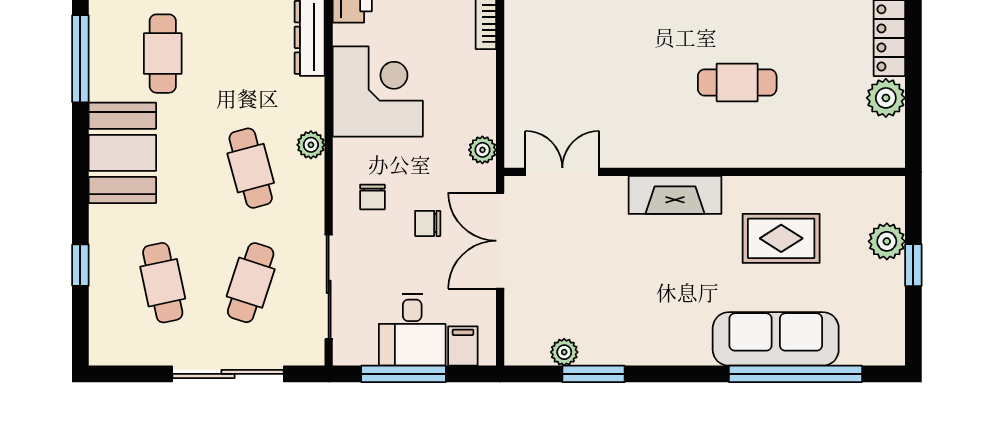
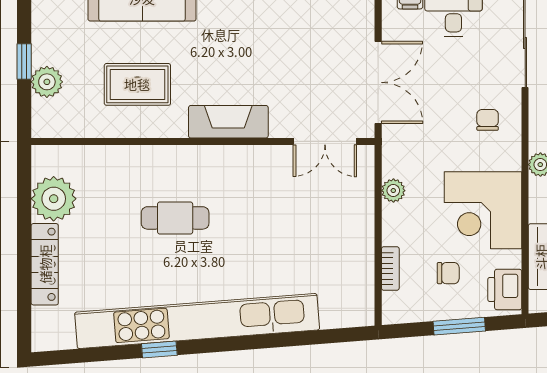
plant: (886, 98) -> (54, 199), width x1.36, depth x1.36
plant: (482, 150) -> (393, 191), moved
chair: (428, 223) -> (448, 273), moved

